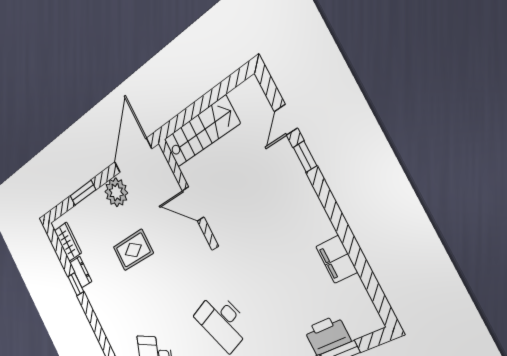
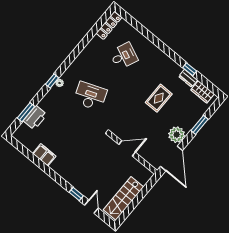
stairs: (201, 132) -> (123, 198), moved
rug: (133, 250) -> (159, 98), moved

